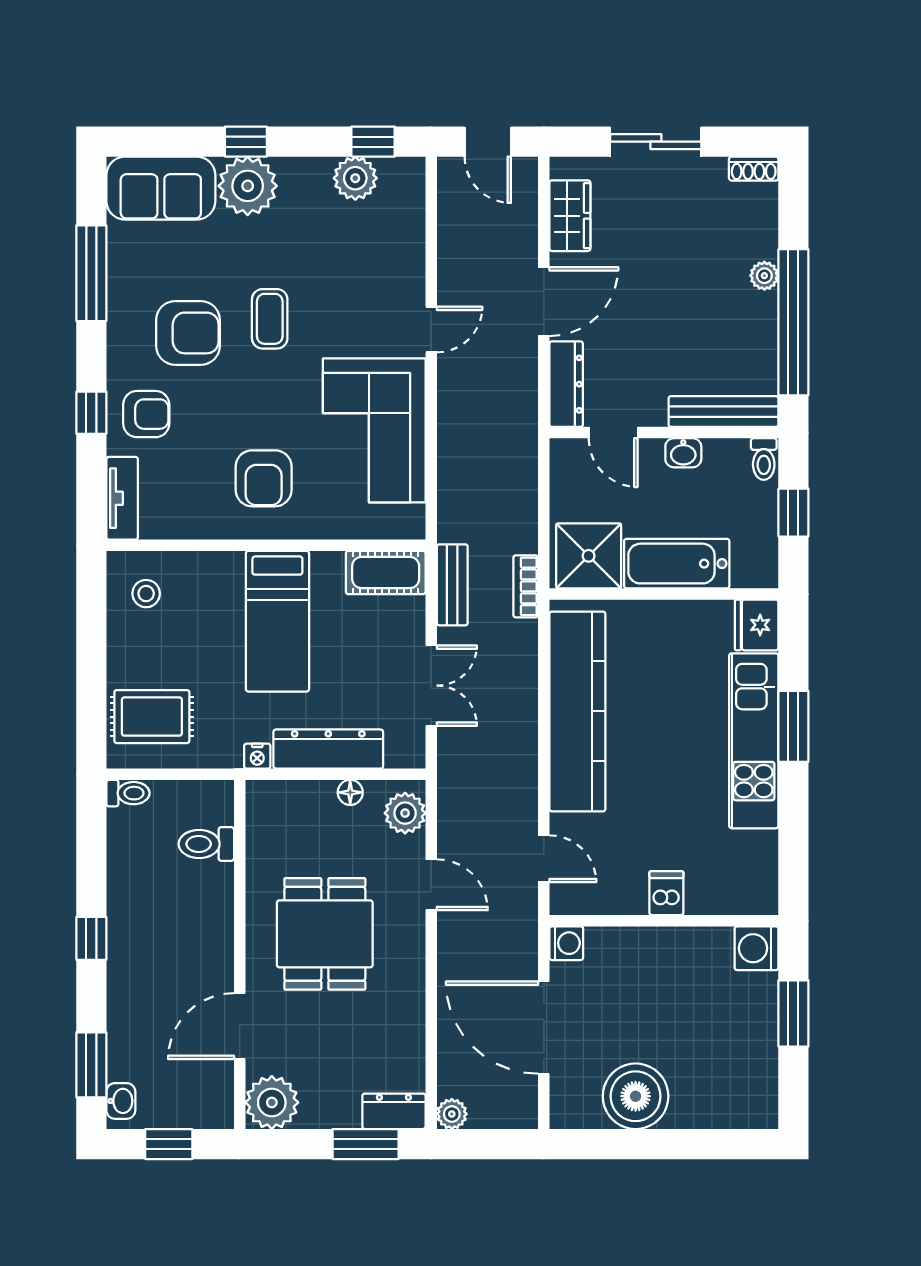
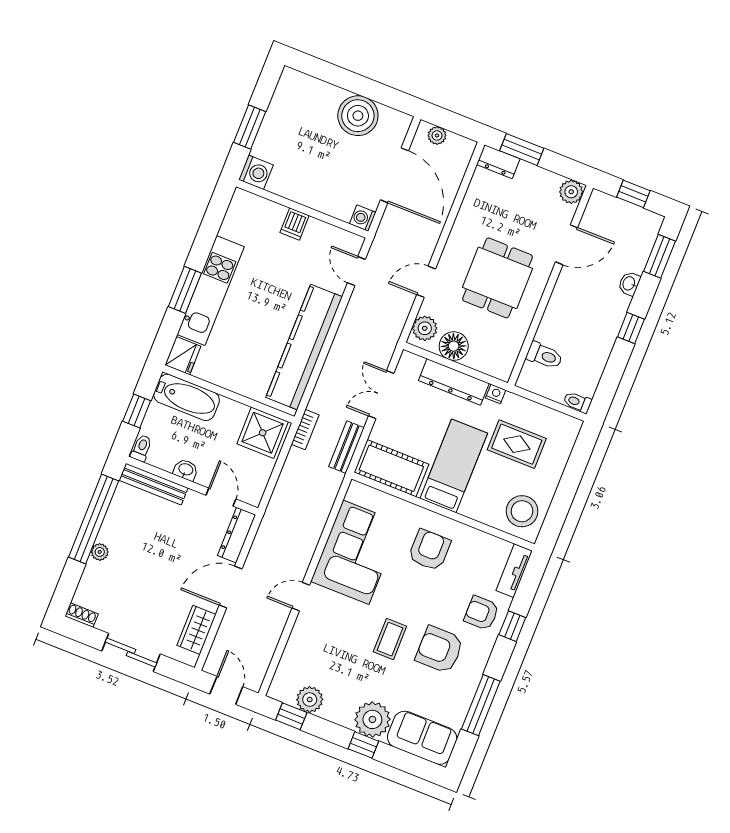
bathtub: (677, 564) -> (187, 397), moved
cot: (386, 572) -> (391, 468), width x1.37, depth x1.34
stool: (146, 594) -> (522, 511), width x1.89, depth x1.89
rug: (152, 717) -> (517, 444), moved
floor lamp: (350, 792) -> (454, 346), width x1.89, depth x1.89
door: (431, 885) -> (426, 282), hinge flipped
washbasin: (121, 1101) -> (629, 284), moved
plant: (272, 1102) -> (571, 192), width x0.73, depth x0.73
plant: (452, 1114) -> (437, 135), moved

